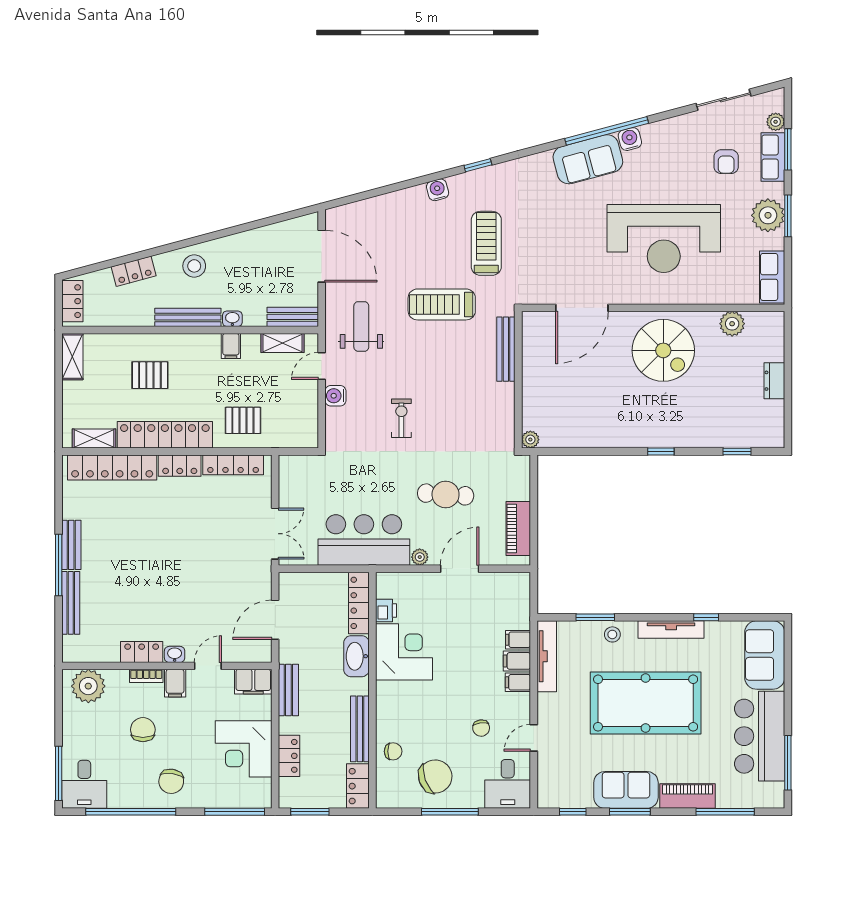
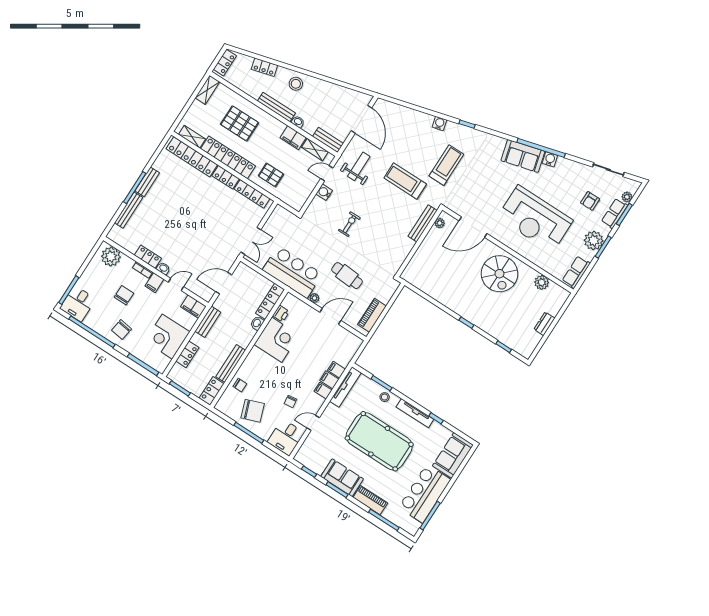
filing cabinet: (231, 346) -> (293, 138), width x2.00
pallet: (150, 375) -> (240, 123), width x1.50, depth x1.42
plant: (530, 440) -> (440, 223), moved
washbasin: (356, 656) -> (257, 323), width x0.52, depth x0.69

